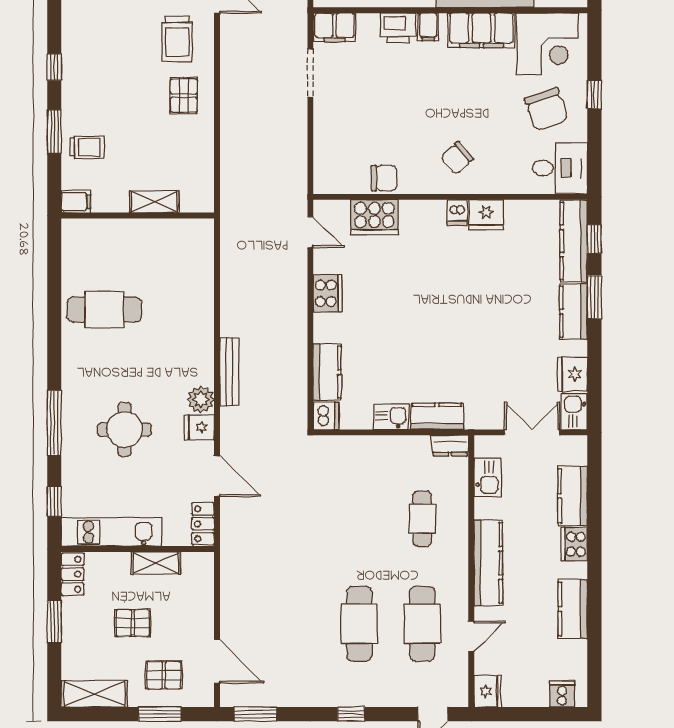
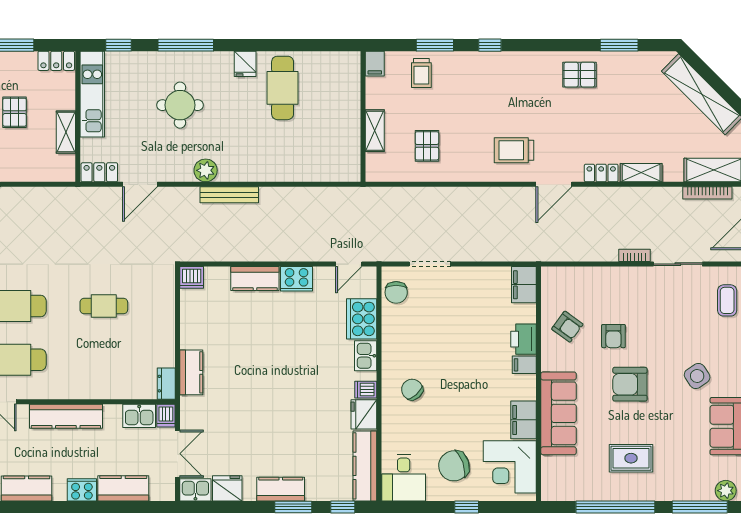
filing cabinet: (482, 30) -> (523, 420), width x0.67, depth x0.86
doorway: (310, 73) -> (430, 264), moved
pallet: (184, 96) -> (427, 146), moved, turned 90
chair: (384, 178) -> (396, 292), moved
kitchen counter: (574, 241) -> (365, 466), moved, turned -90
kitchen counter: (327, 372) -> (255, 279), moved
kitchen sink: (391, 417) -> (366, 356), moved, turned 180
fridge: (199, 427) -> (245, 64), moved, turned 180
dishwasher: (487, 446) -> (166, 416), added
cafe table: (422, 519) -> (104, 306), moved

